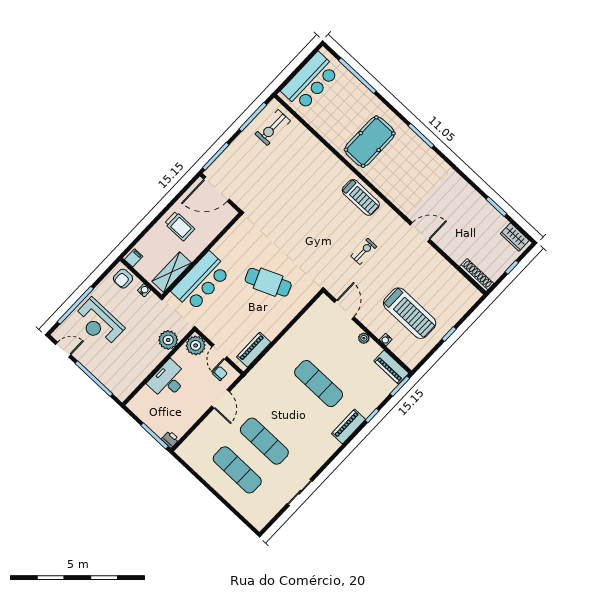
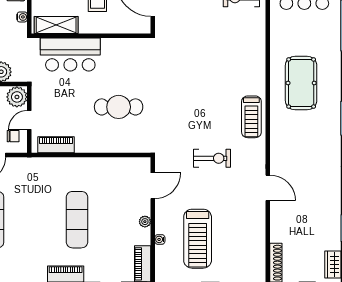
pool table: (370, 142) -> (301, 83), turned 90
exercise bike: (364, 251) -> (212, 158), width x1.38, depth x1.39
cafe table: (268, 282) -> (119, 107), turned -67

